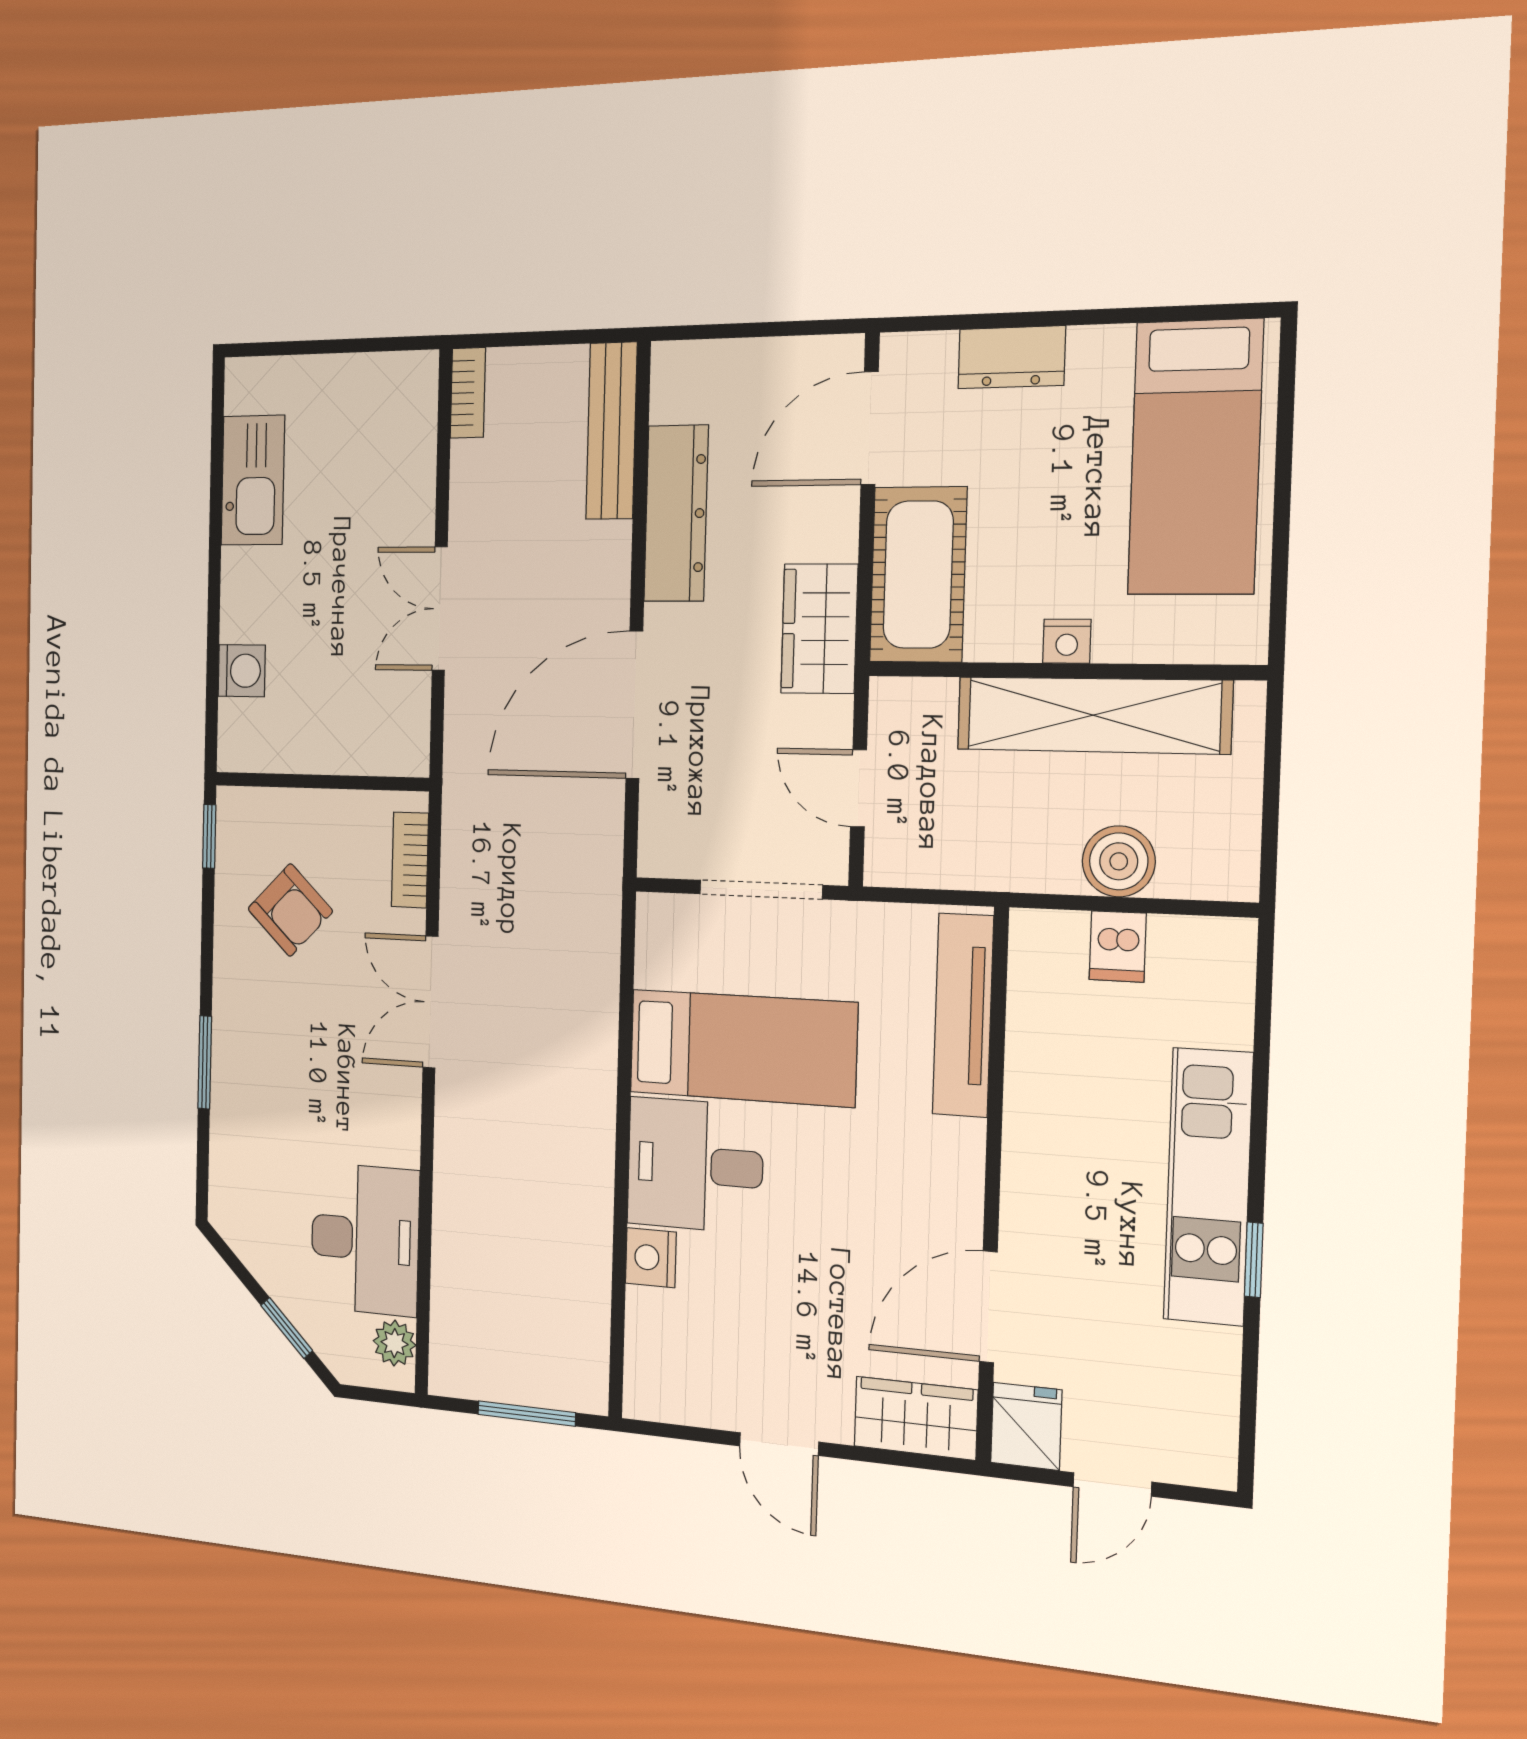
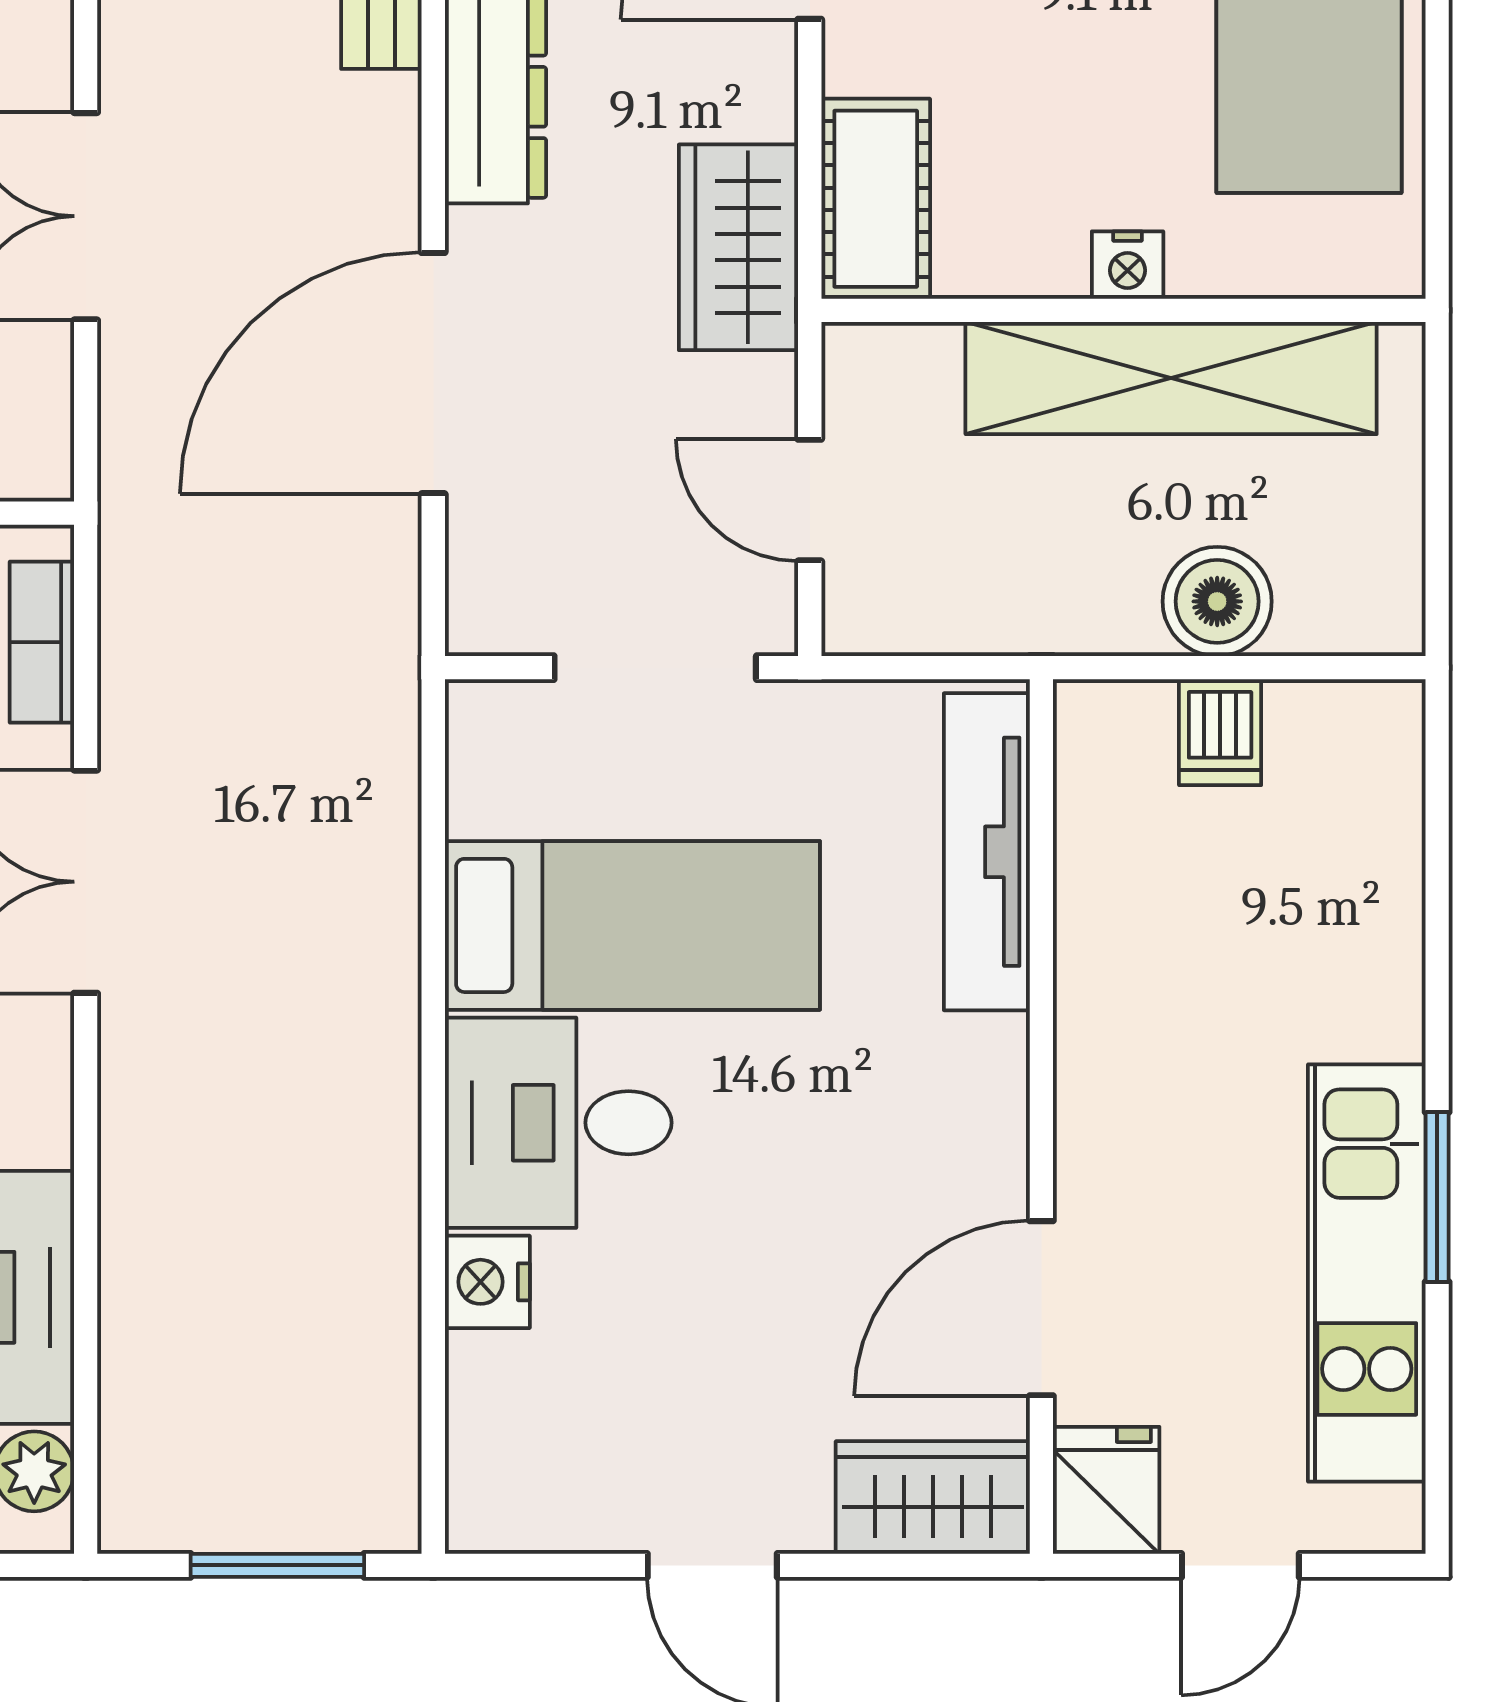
cot: (918, 575) -> (876, 199), width x0.73, depth x0.75
kitchen unit: (1208, 1187) -> (1367, 1273), moved
window: (1254, 1260) -> (1437, 1197), width x1.50

